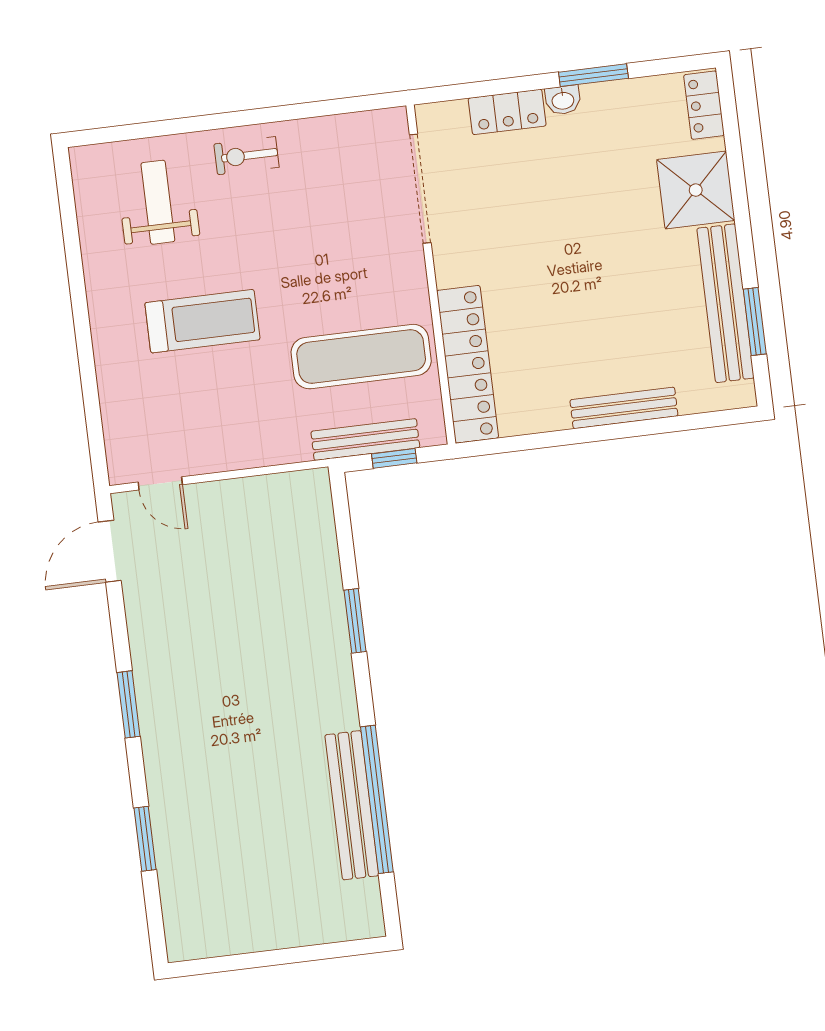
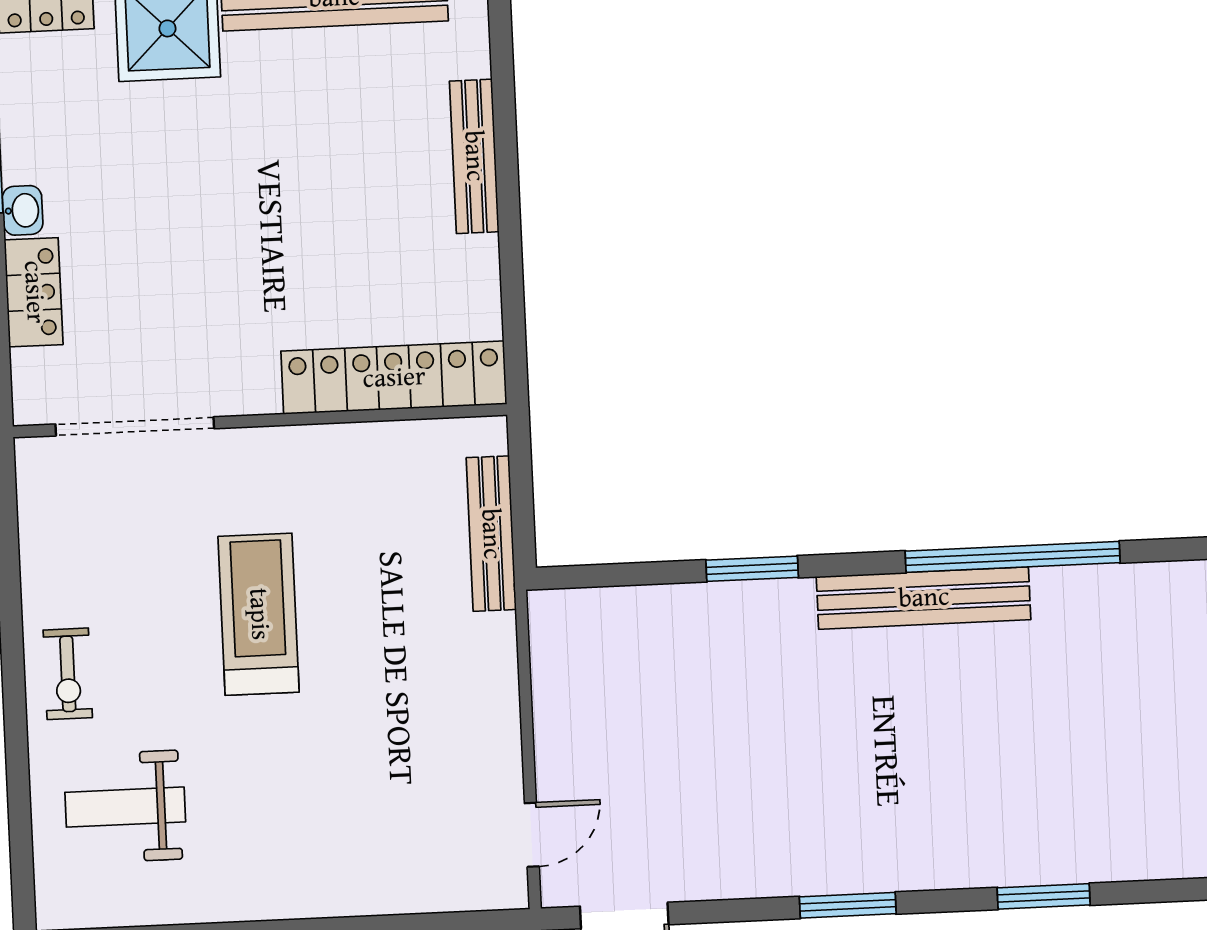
treadmill: (202, 321) -> (259, 614), moved
exercise mat: (361, 357) -> (371, 531), removed
window: (394, 458) -> (522, 494), removed
bench: (352, 805) -> (924, 598), moved

